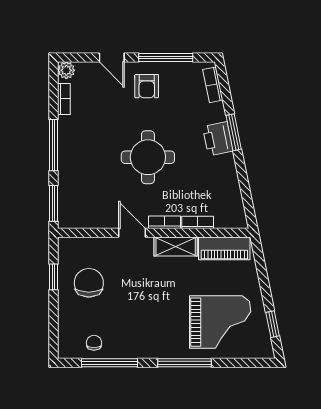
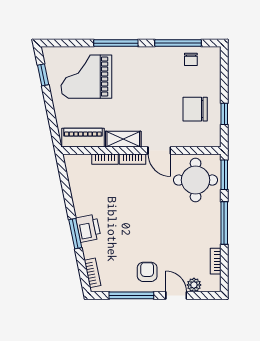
plant: (66, 70) -> (194, 285), moved
round table: (148, 157) -> (196, 180), moved
chair: (89, 283) -> (195, 109), turned 90

